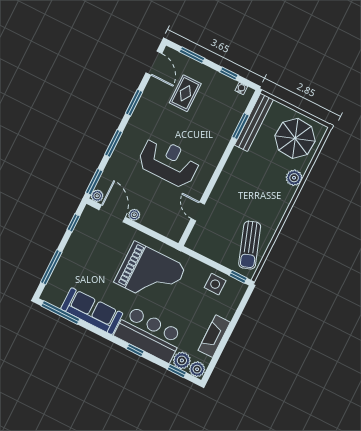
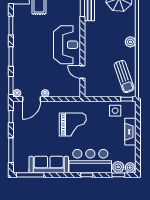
reception desk: (169, 162) -> (66, 45), moved, turned 90
plant: (294, 178) -> (130, 42), moved
door: (112, 213) -> (31, 99), swing flipped
grand piano: (150, 274) -> (73, 125), width x0.73, depth x0.68
fireplace: (214, 336) -> (130, 132), moved

